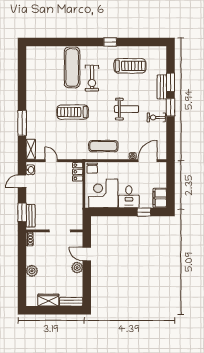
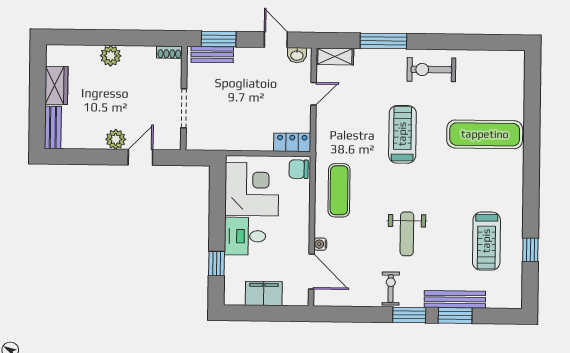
window: (110, 42) -> (530, 250), moved
exercise bike: (92, 78) -> (431, 70), moved
bench: (162, 87) -> (455, 299), width x1.36
filing cabinet: (160, 198) -> (264, 293), moved

